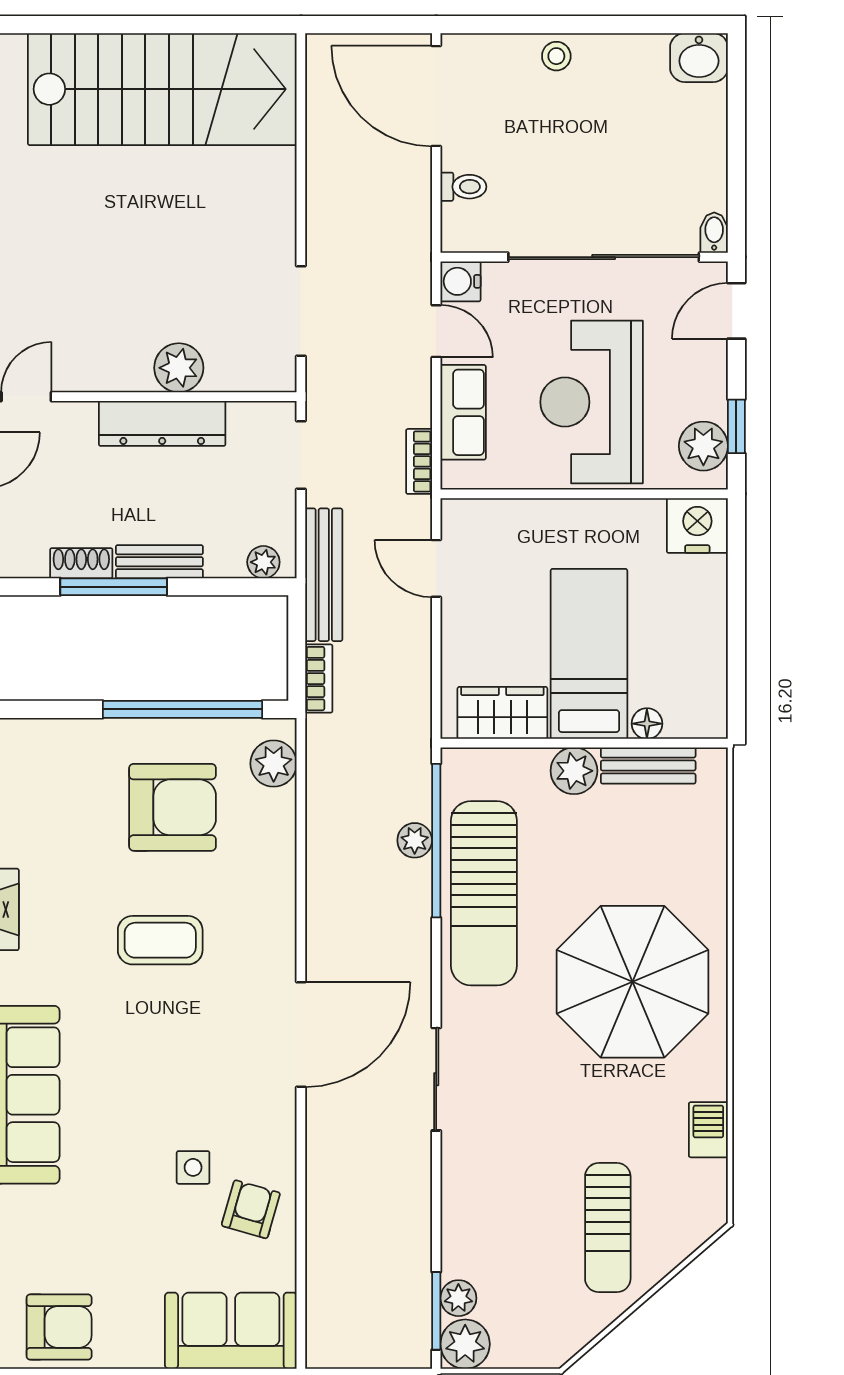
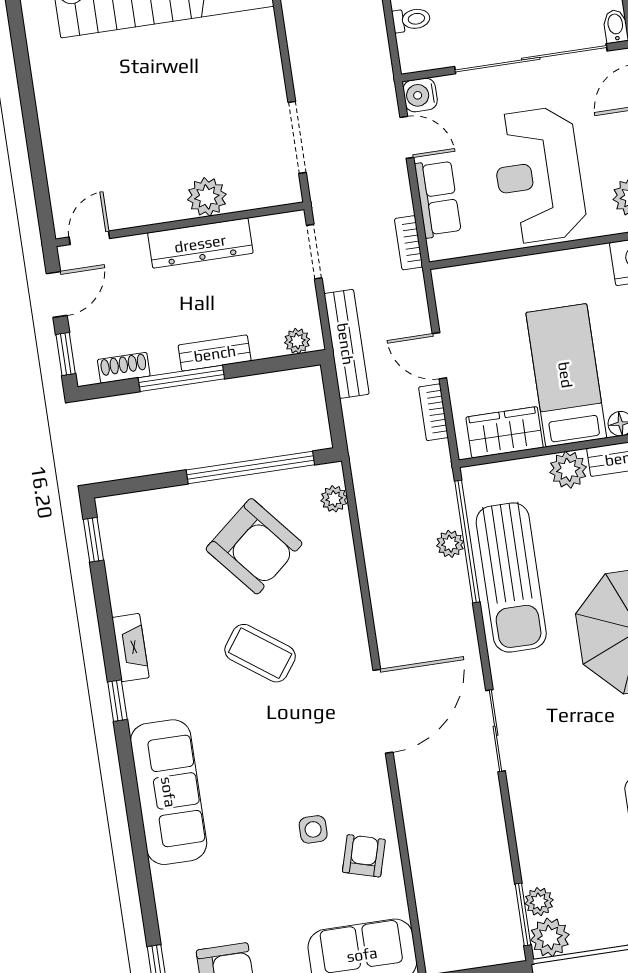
shoe rack: (81, 563) -> (124, 368), moved
door: (436, 568) -> (439, 356), moved
bookcase: (319, 679) -> (433, 412), moved, turned 180
plant: (274, 764) -> (334, 499), width x0.73, depth x0.73
armchair: (172, 807) -> (254, 546), turned 50
coffee table: (160, 940) -> (260, 653), turned 36

